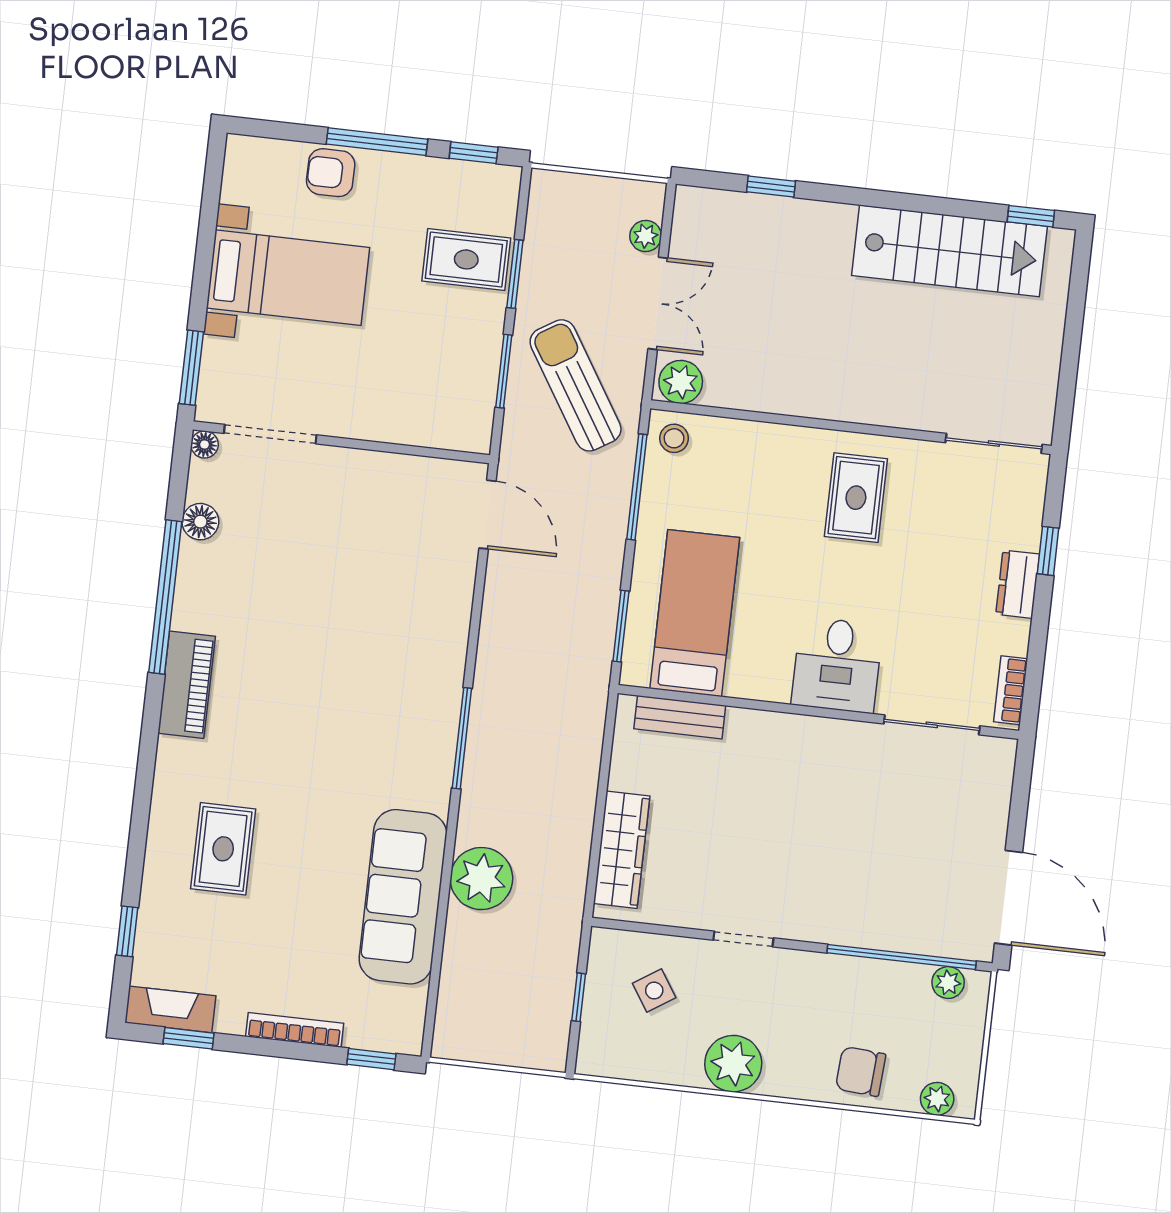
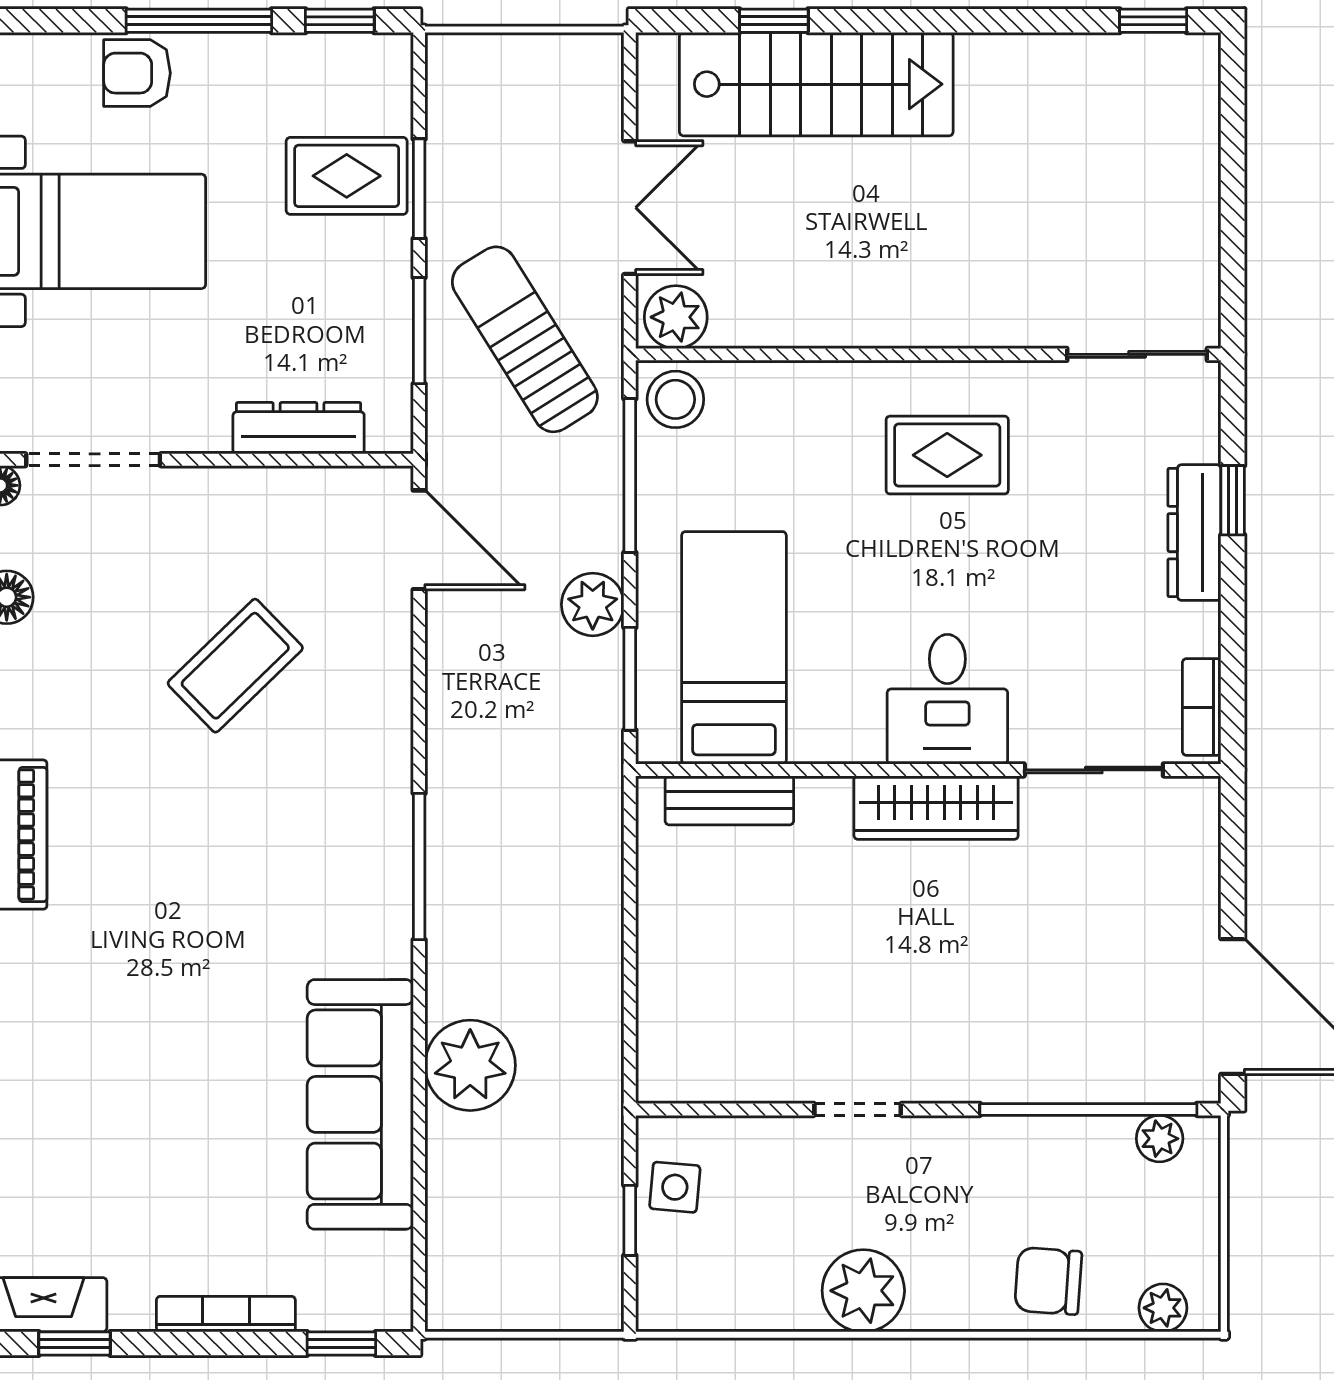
plant: (646, 236) -> (593, 604), moved, width x1.38, depth x1.38
stairs: (949, 251) -> (816, 84), moved
dresser: (414, 429) -> (299, 428), added
stool: (674, 438) -> (675, 399), width x1.37, depth x1.37
rug: (856, 498) -> (947, 455), turned 90
dresser: (1018, 584) -> (1194, 533), width x1.44
coffee table: (352, 586) -> (235, 666), added
rug: (223, 849) -> (93, 1065), removed
wardrobe: (622, 850) -> (936, 808), moved, turned 90
side table: (654, 991) -> (675, 1187), moved, turned 38

